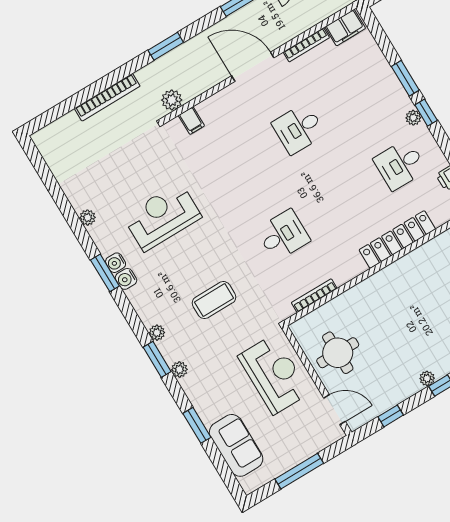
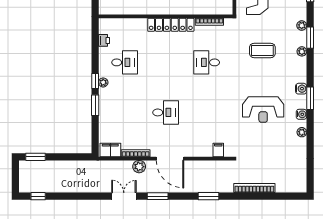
plant: (172, 100) -> (139, 167), moved
locker: (397, 239) -> (171, 25), moved
water cooler: (116, 263) -> (301, 114), moved

